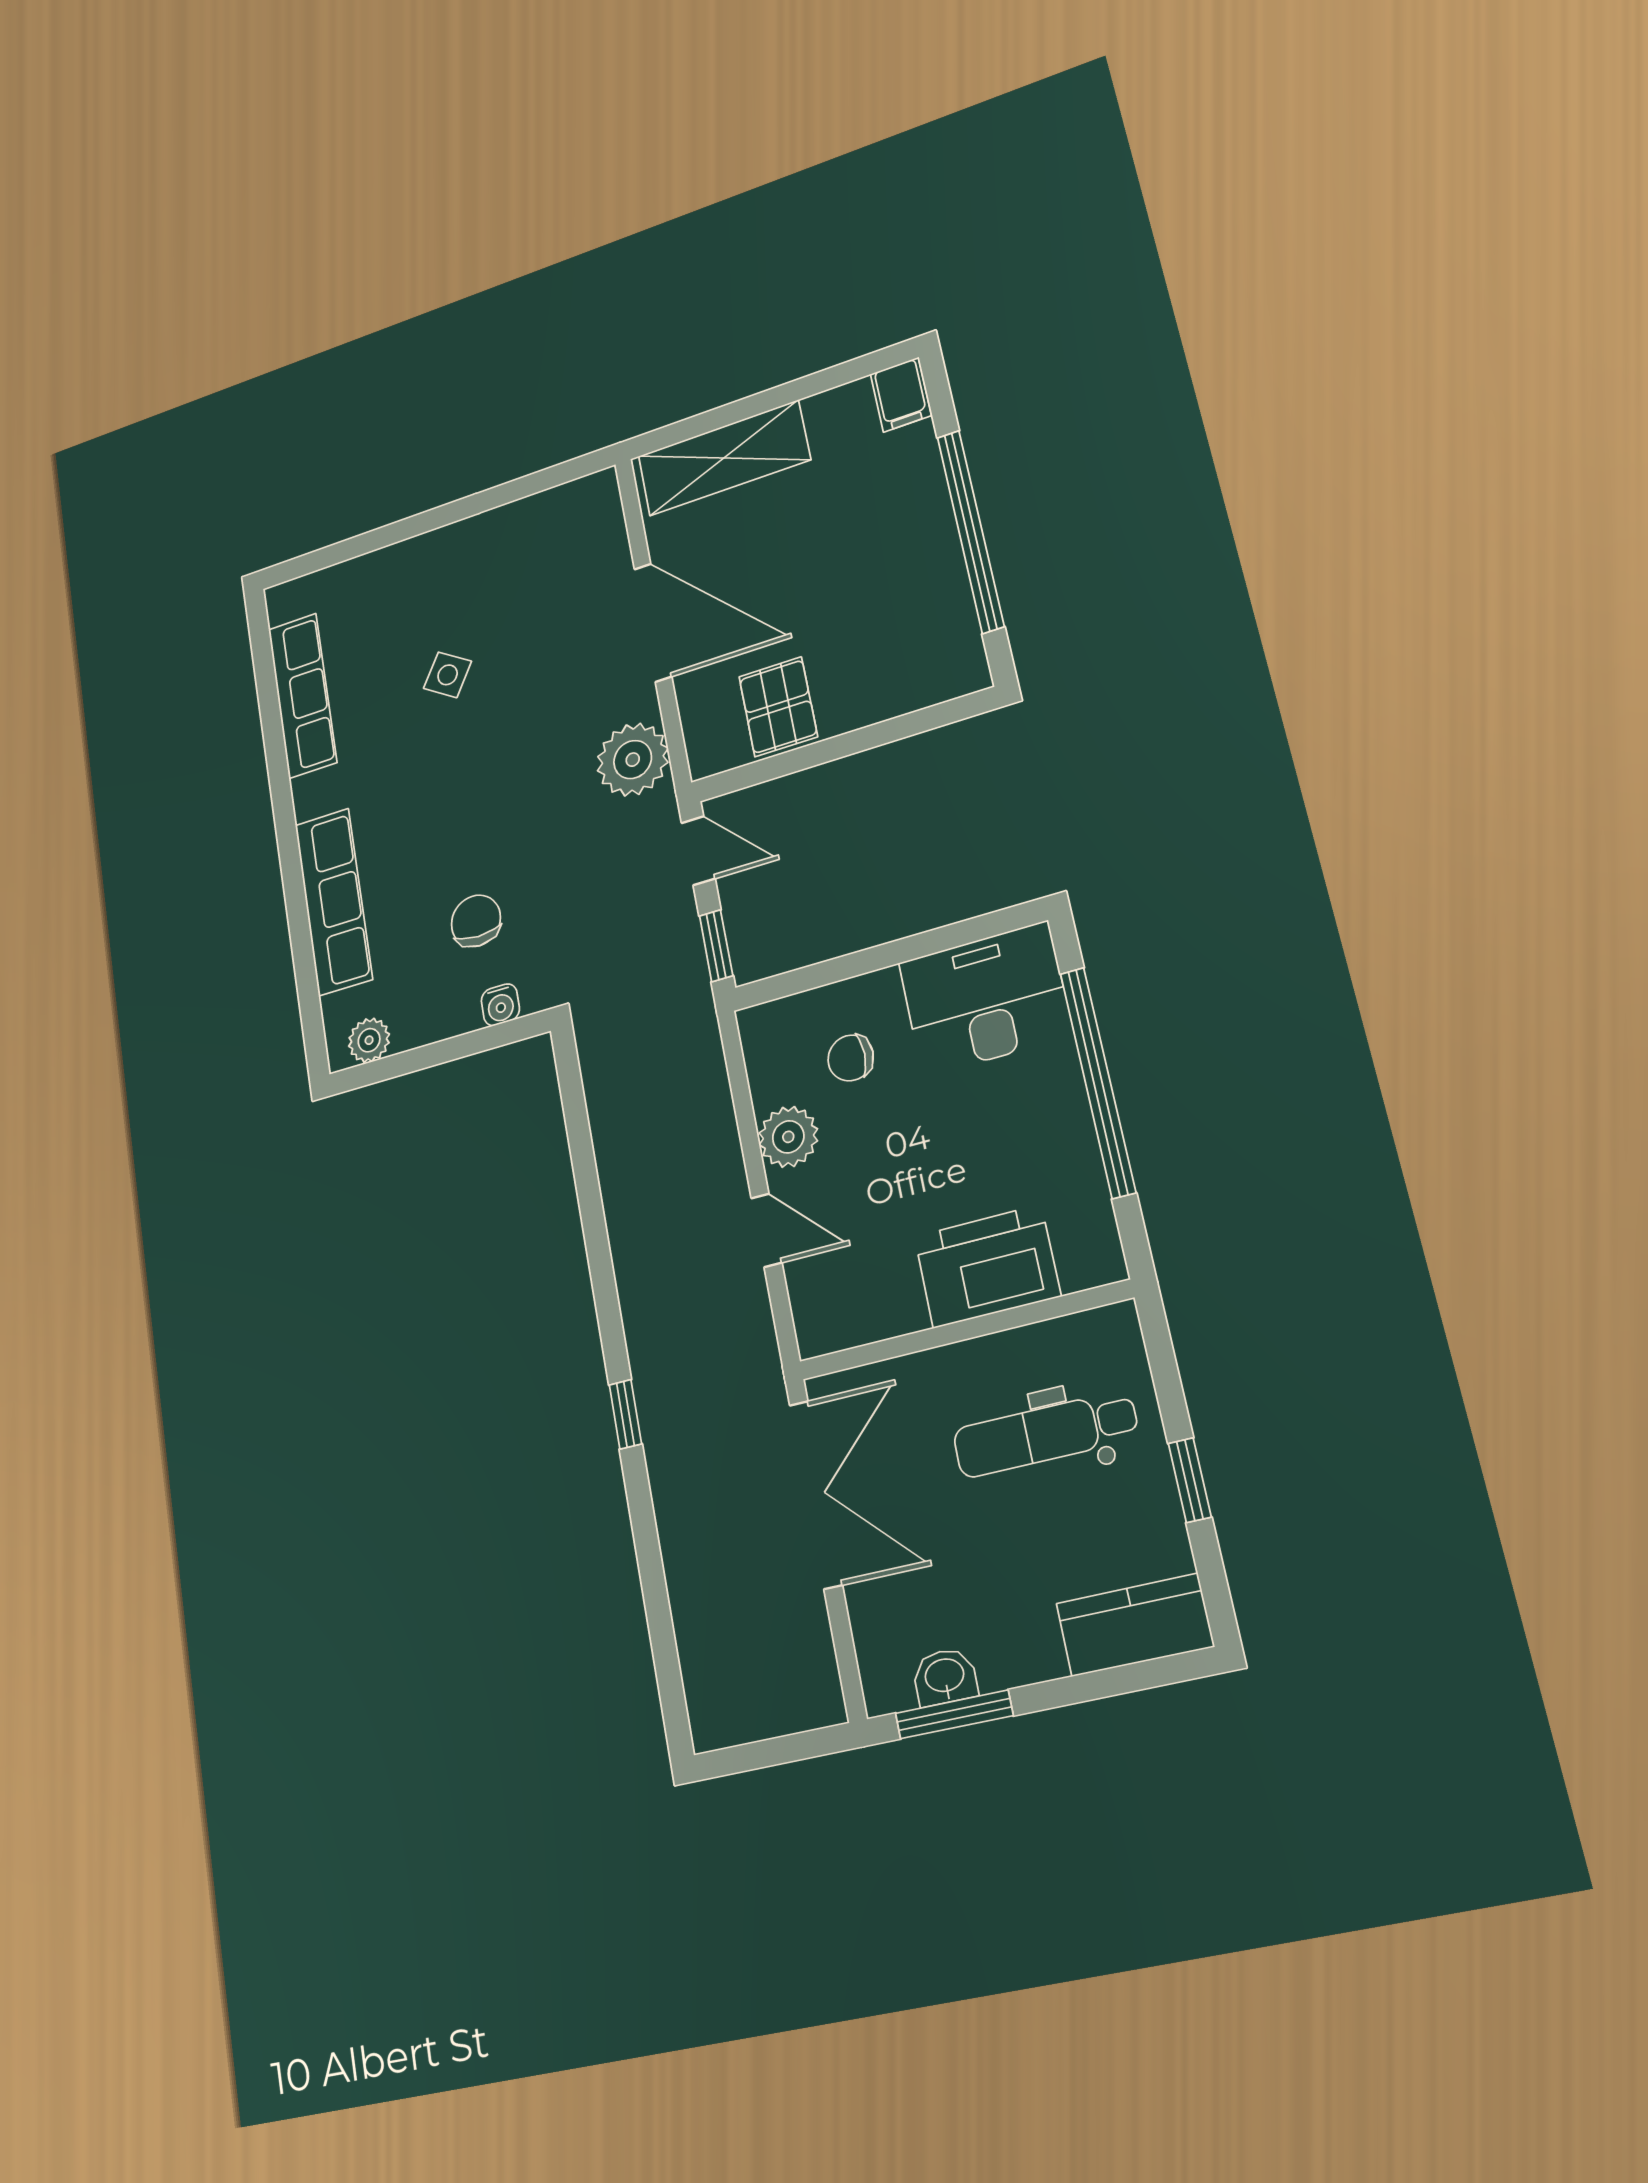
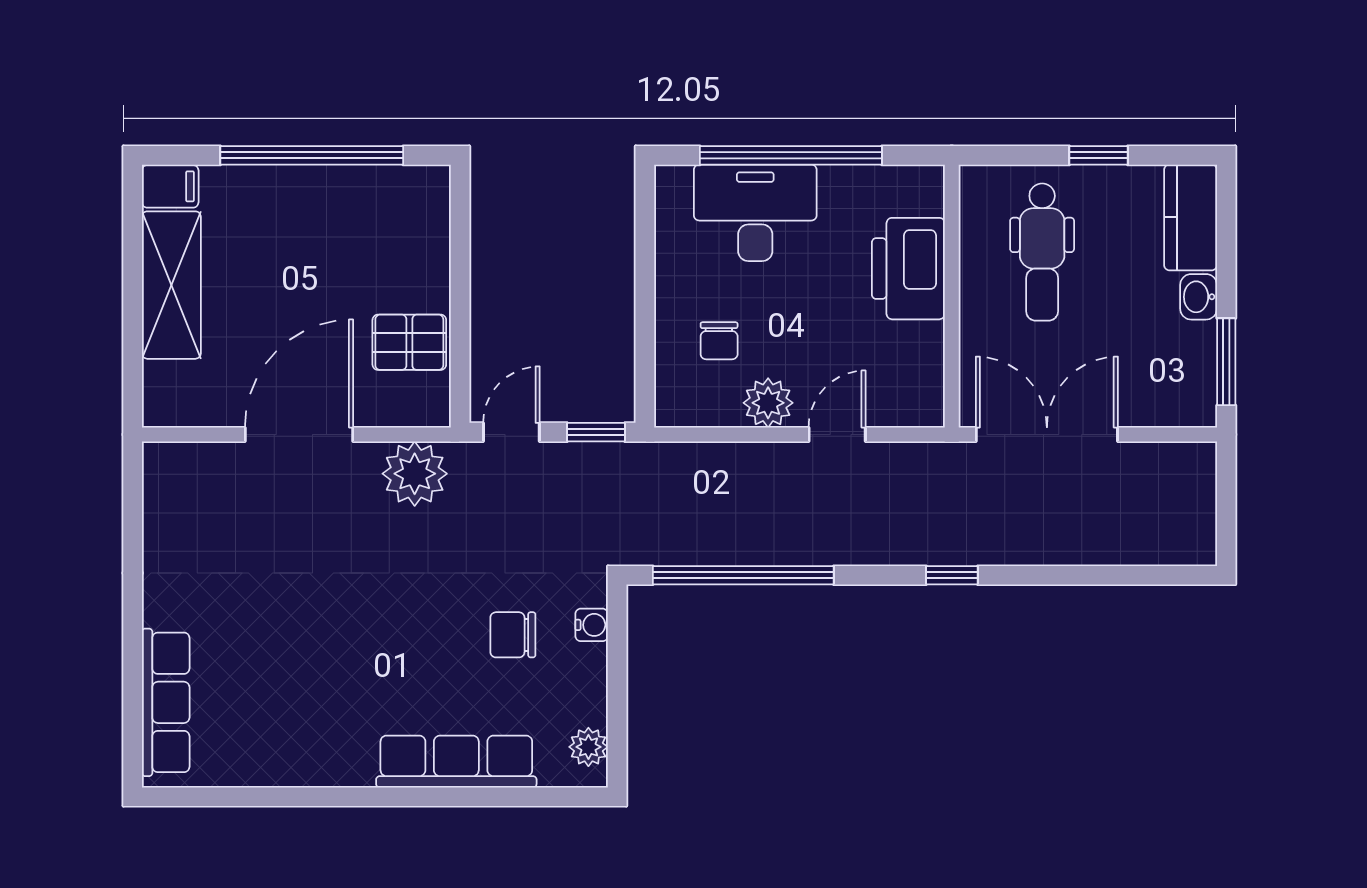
shelving: (724, 458) -> (171, 285), moved
side table: (448, 675) -> (284, 625), removed
row of seats: (303, 695) -> (166, 702), moved, turned 90
desk: (985, 999) -> (755, 213), moved, turned 90
window: (584, 1162) -> (743, 575), added
washbasin: (945, 1677) -> (1199, 297), moved

